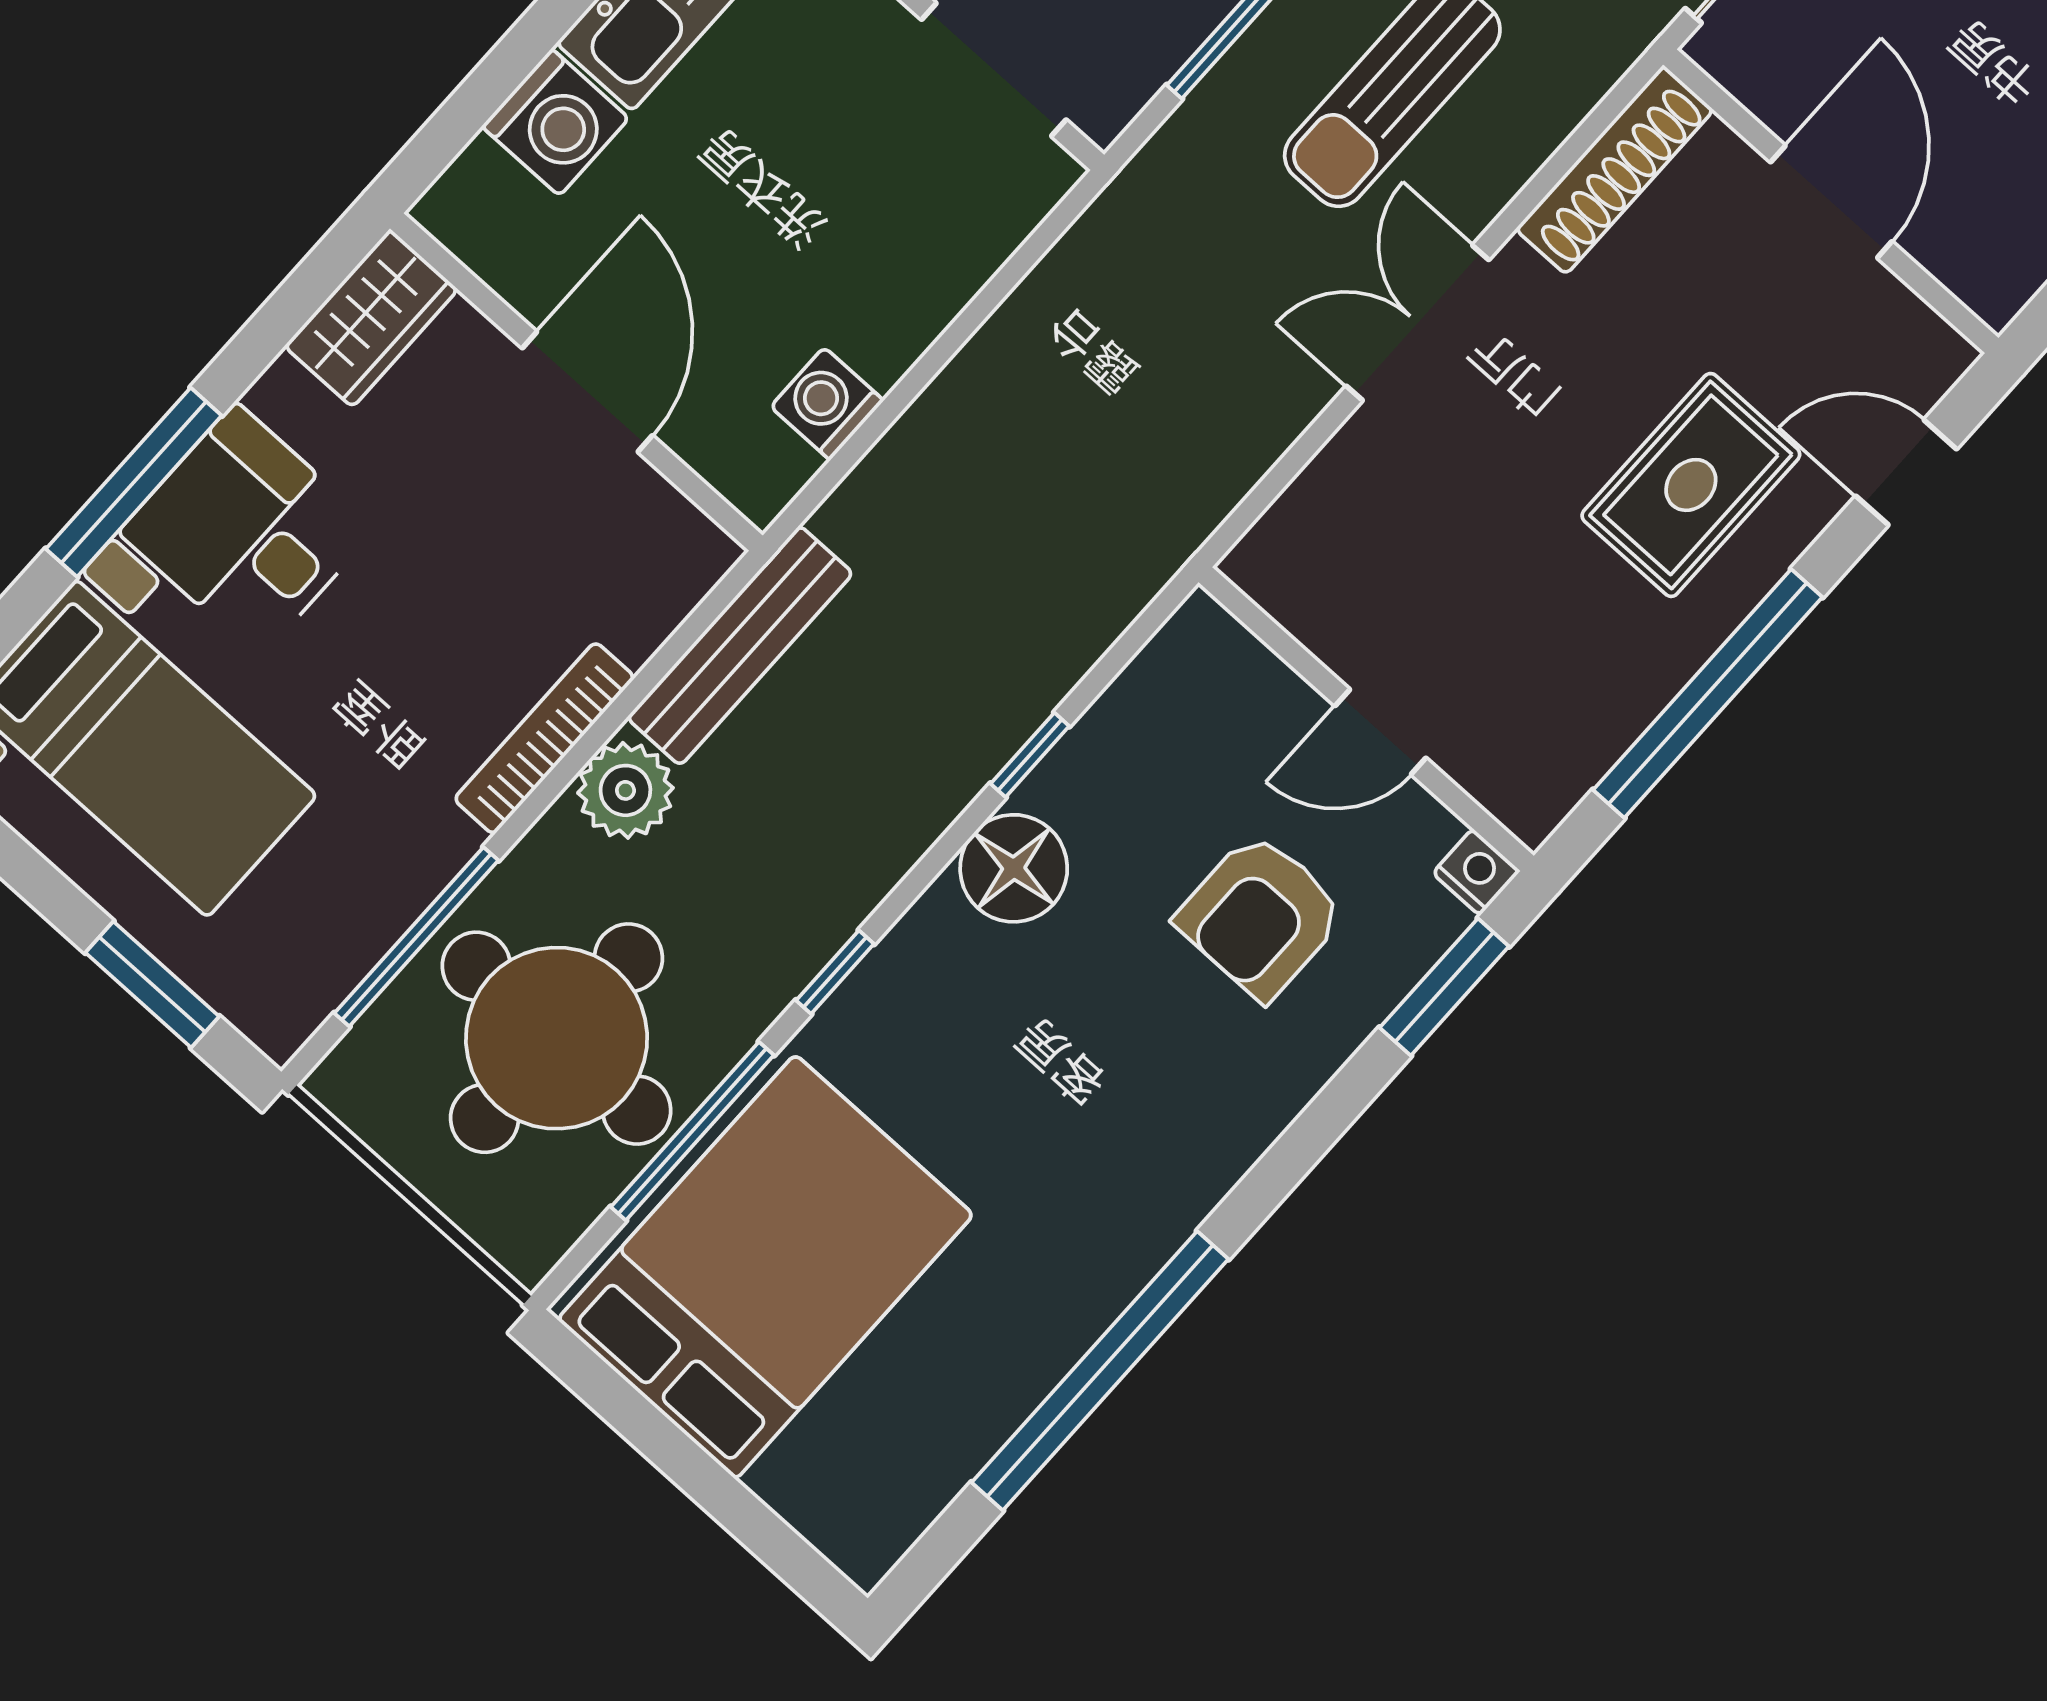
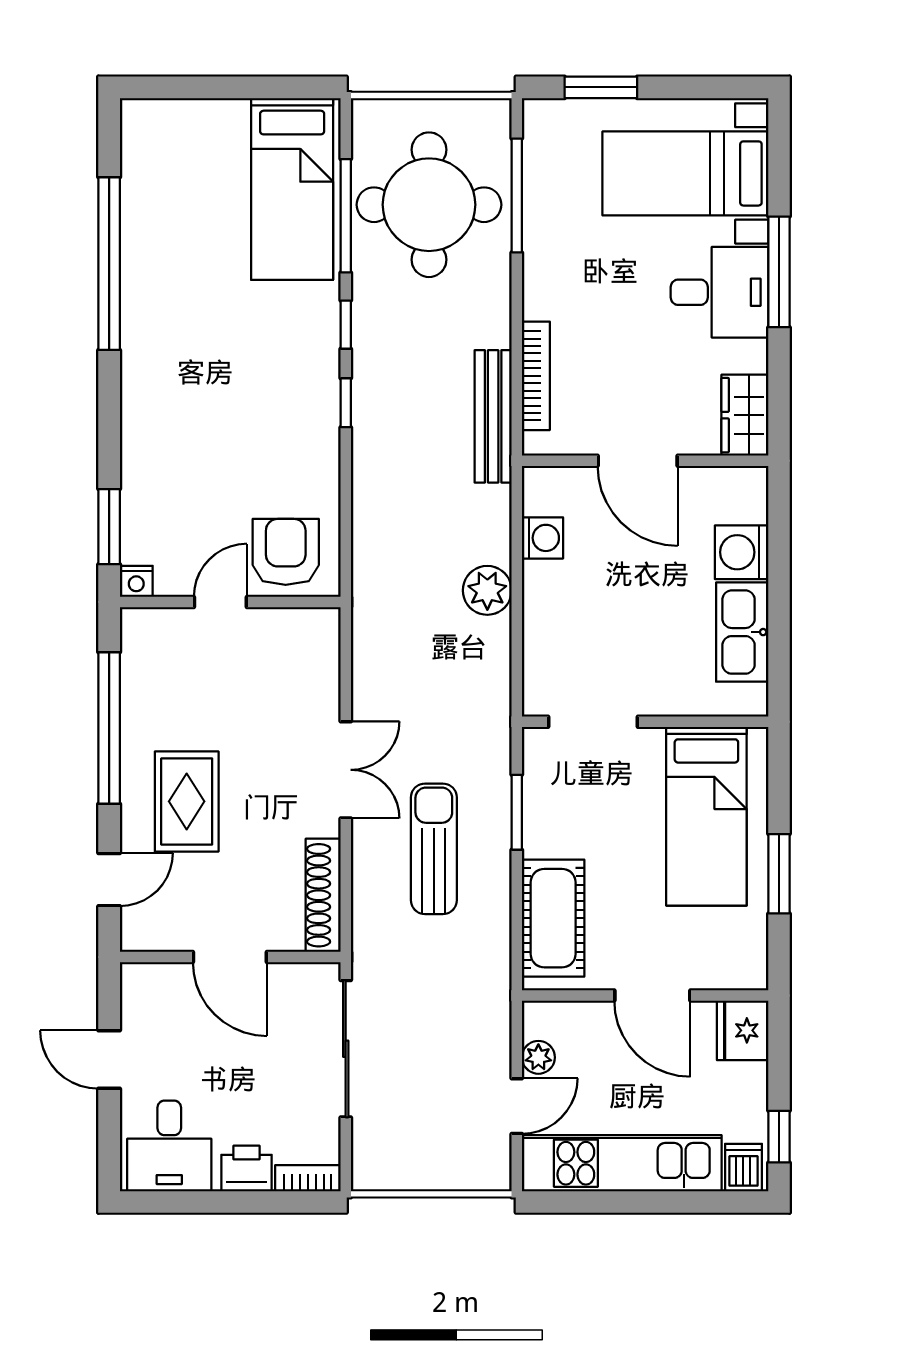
bookcase: (544, 738) -> (536, 376), moved
window: (1030, 755) -> (346, 403), moved
plant: (625, 790) -> (487, 590), moved
floor lamp: (1014, 868) -> (313, 425), removed
armchair: (1261, 916) -> (286, 552), moved
bed: (765, 1267) -> (292, 189), width x0.67

